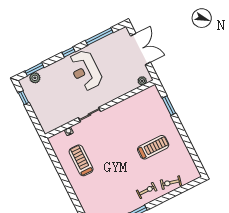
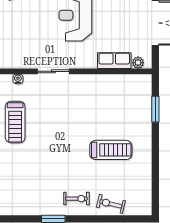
row of seats: (126, 87) -> (114, 61), added
treadmill: (81, 160) -> (15, 122), turned 180

